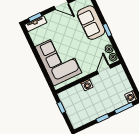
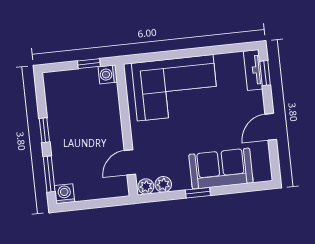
door: (104, 69) -> (130, 162), swing flipped
washing machine: (87, 85) -> (108, 74), moved

